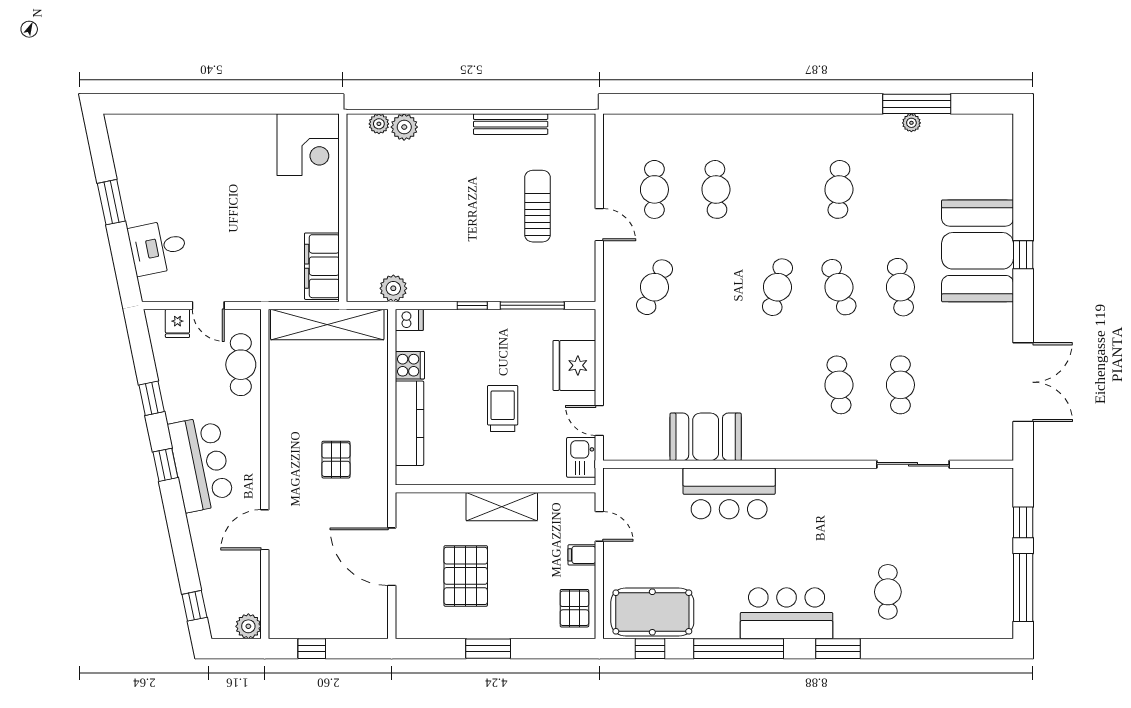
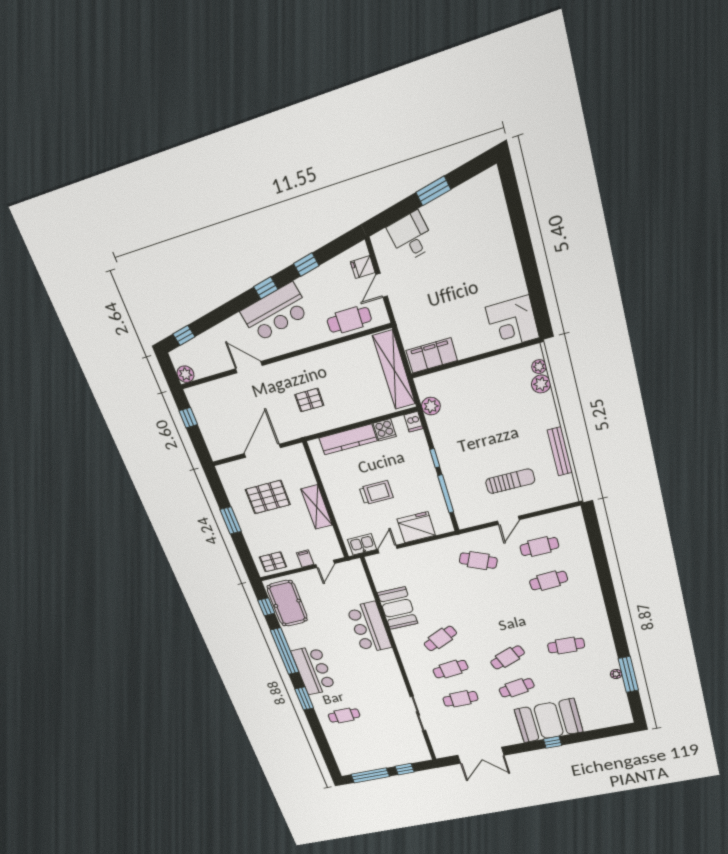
cafe table: (777, 287) -> (440, 638), moved, turned -39

